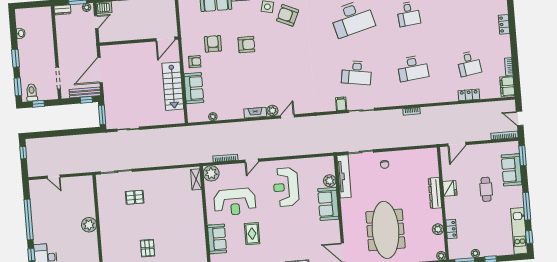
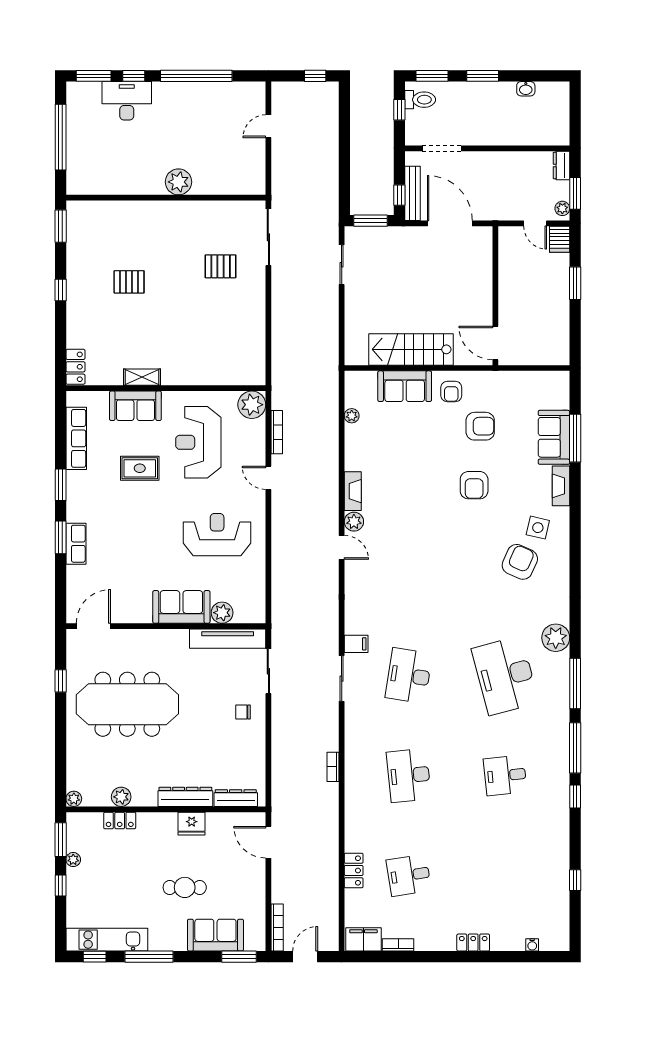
dresser: (433, 165) -> (236, 798), added
shelving: (196, 179) -> (142, 377), moved
pallet: (135, 197) -> (221, 266), turned 90

